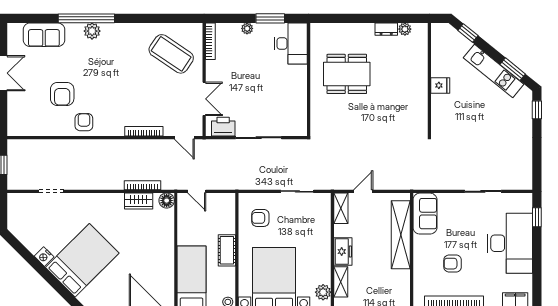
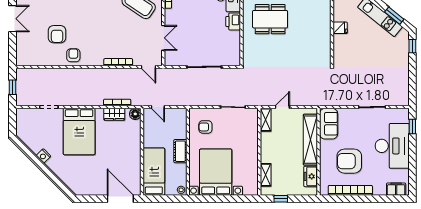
printer: (223, 127) -> (233, 22), moved, turned -90
freezer: (343, 252) -> (311, 176), moved, turned 180
bed: (82, 260) -> (79, 132), moved, turned 135
armchair: (453, 264) -> (349, 161), width x1.88, depth x1.88
plant: (323, 292) -> (252, 183), removed

